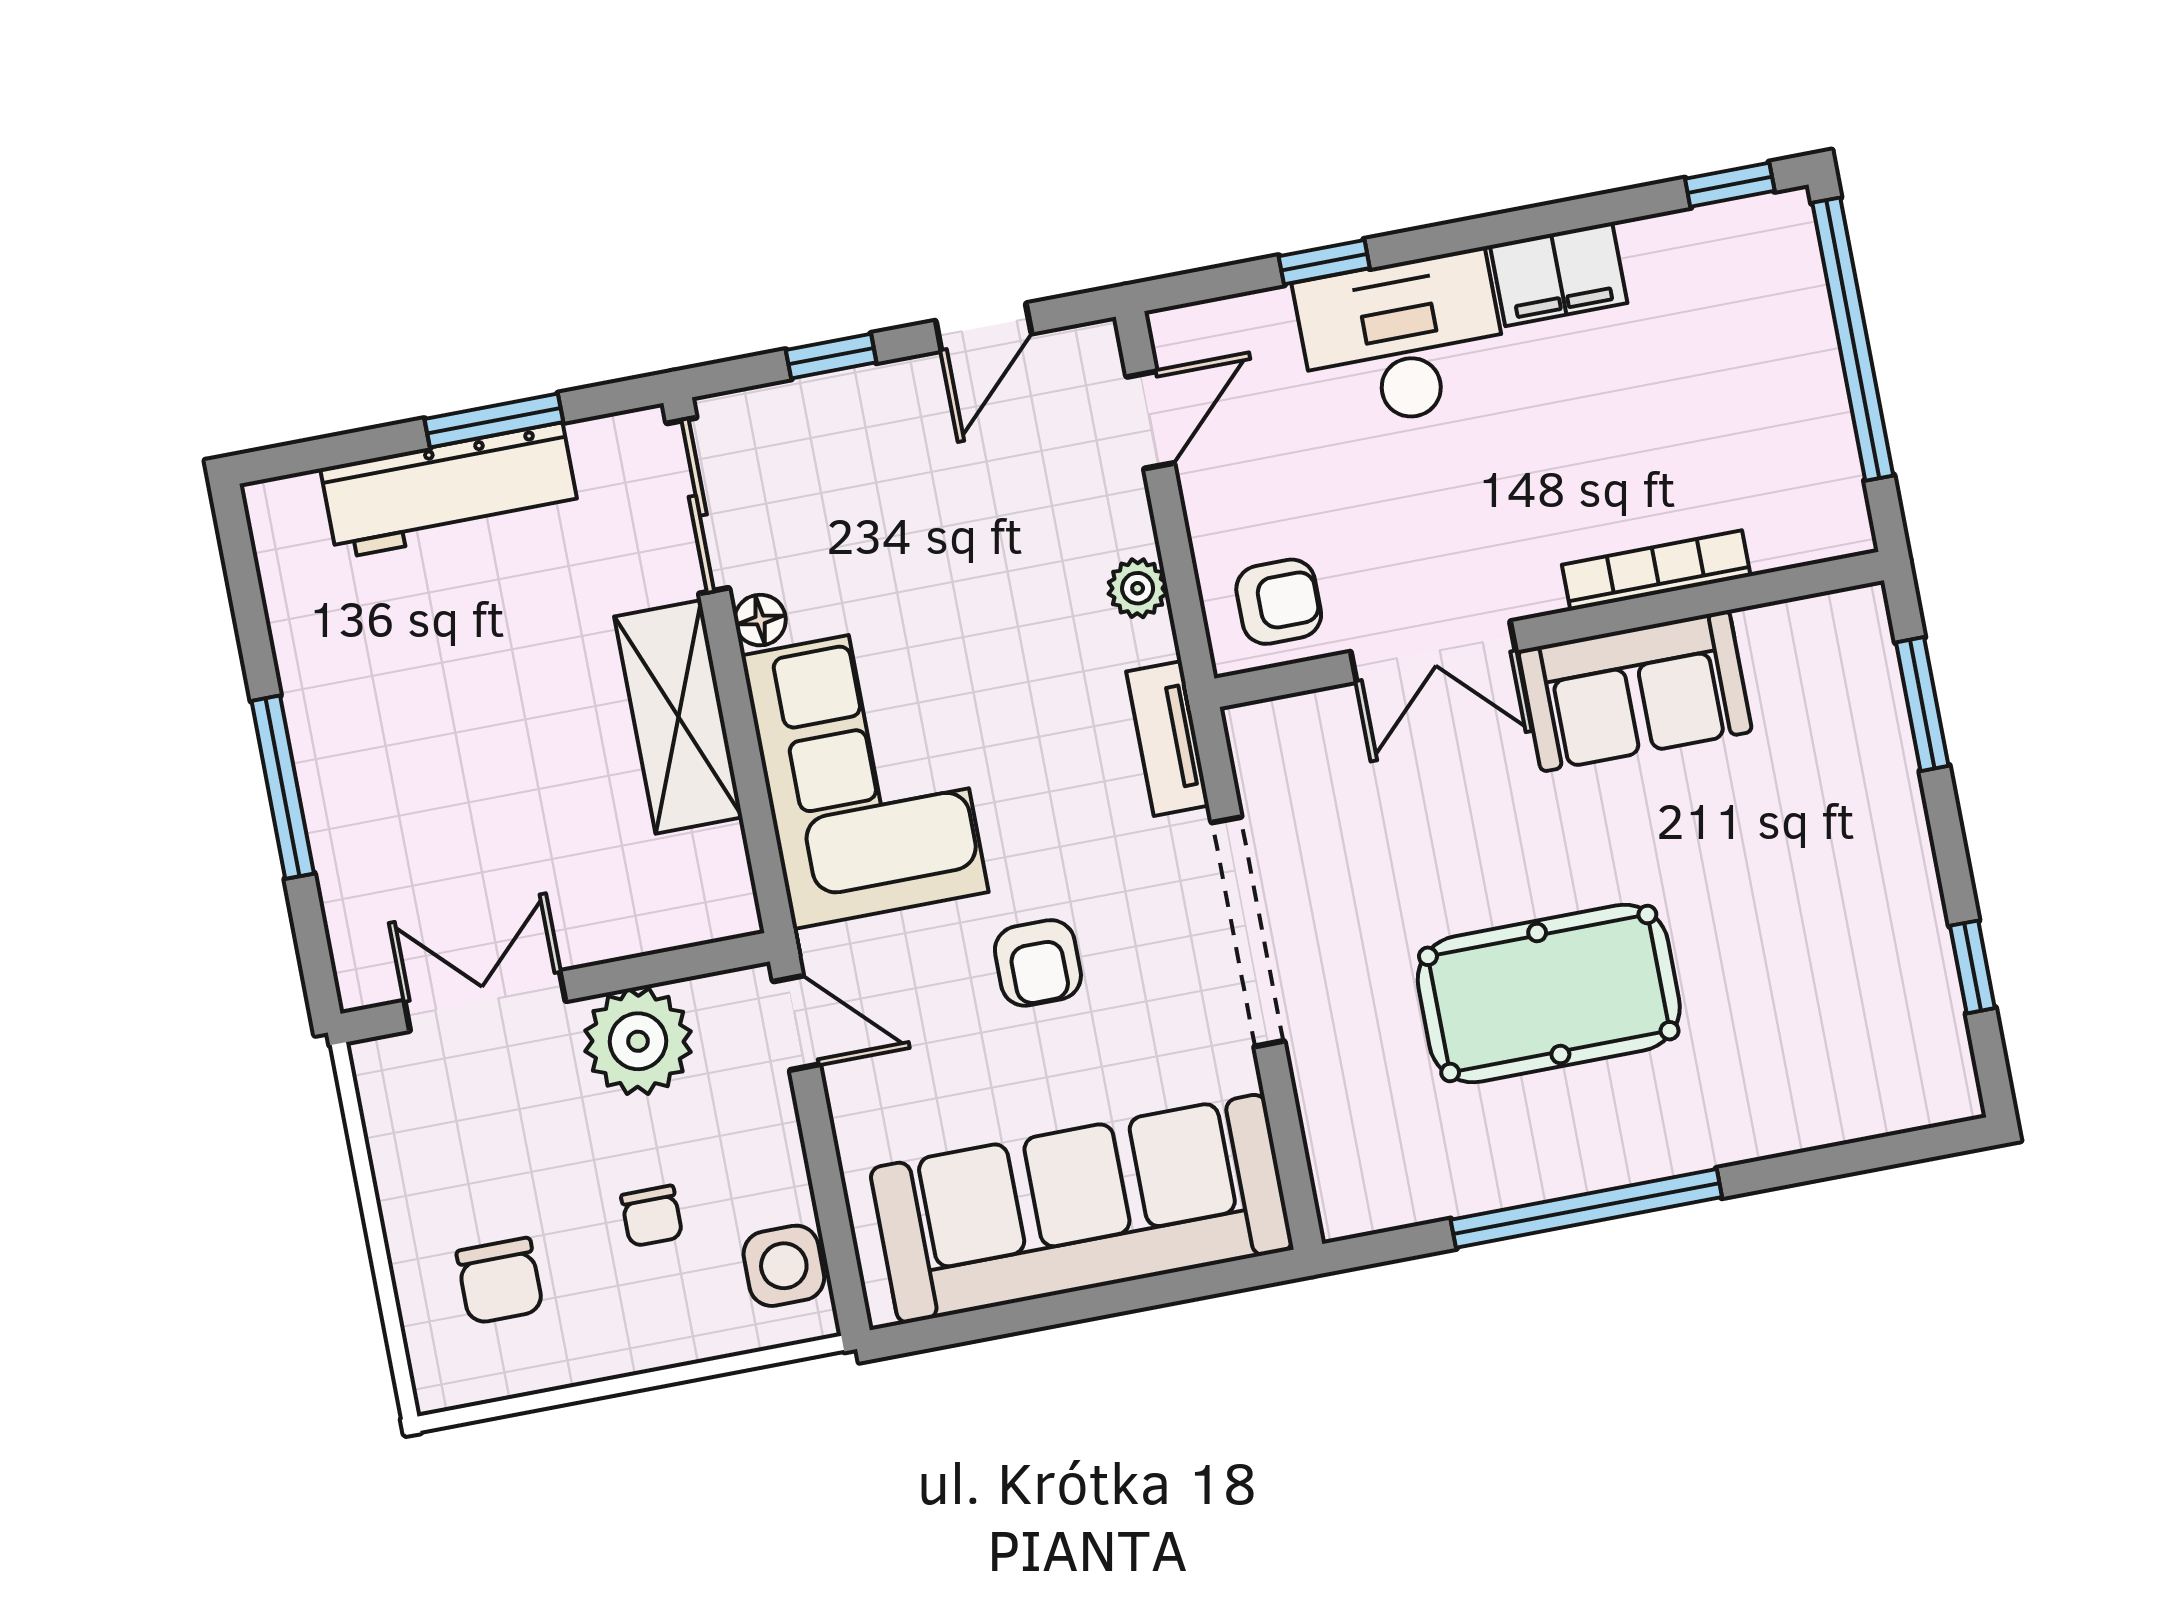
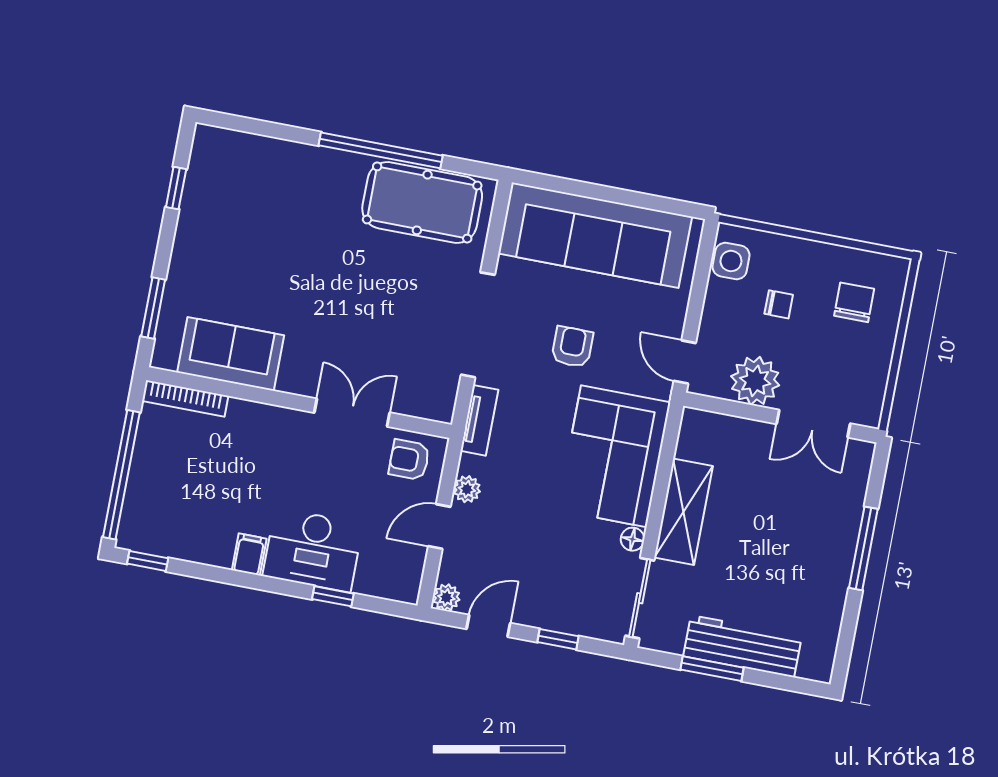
filing cabinet: (1559, 274) -> (249, 554), width x0.50
plant: (1092, 351) -> (446, 597), added
door: (1150, 420) -> (439, 526), moved
bookcase: (1656, 570) -> (185, 398), moved
sofa: (1635, 691) -> (231, 354), moved
pool table: (1549, 993) -> (422, 202), moved
chair: (652, 1216) -> (779, 304), turned 90

